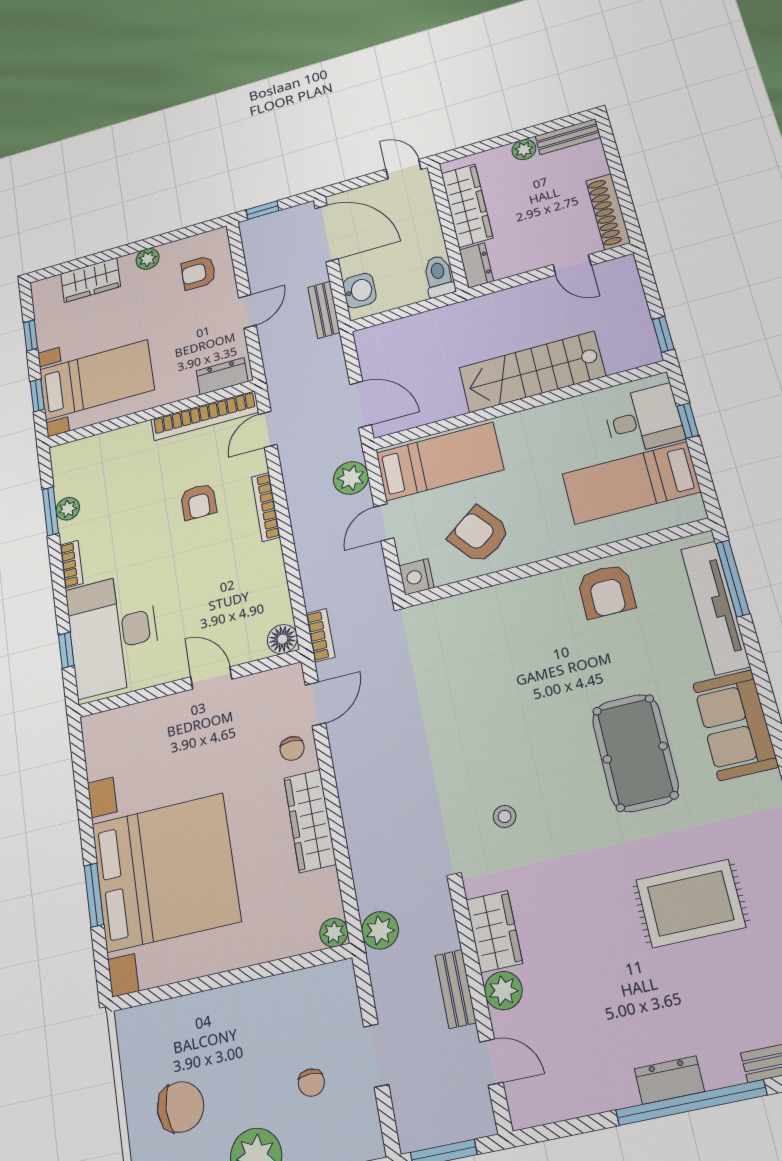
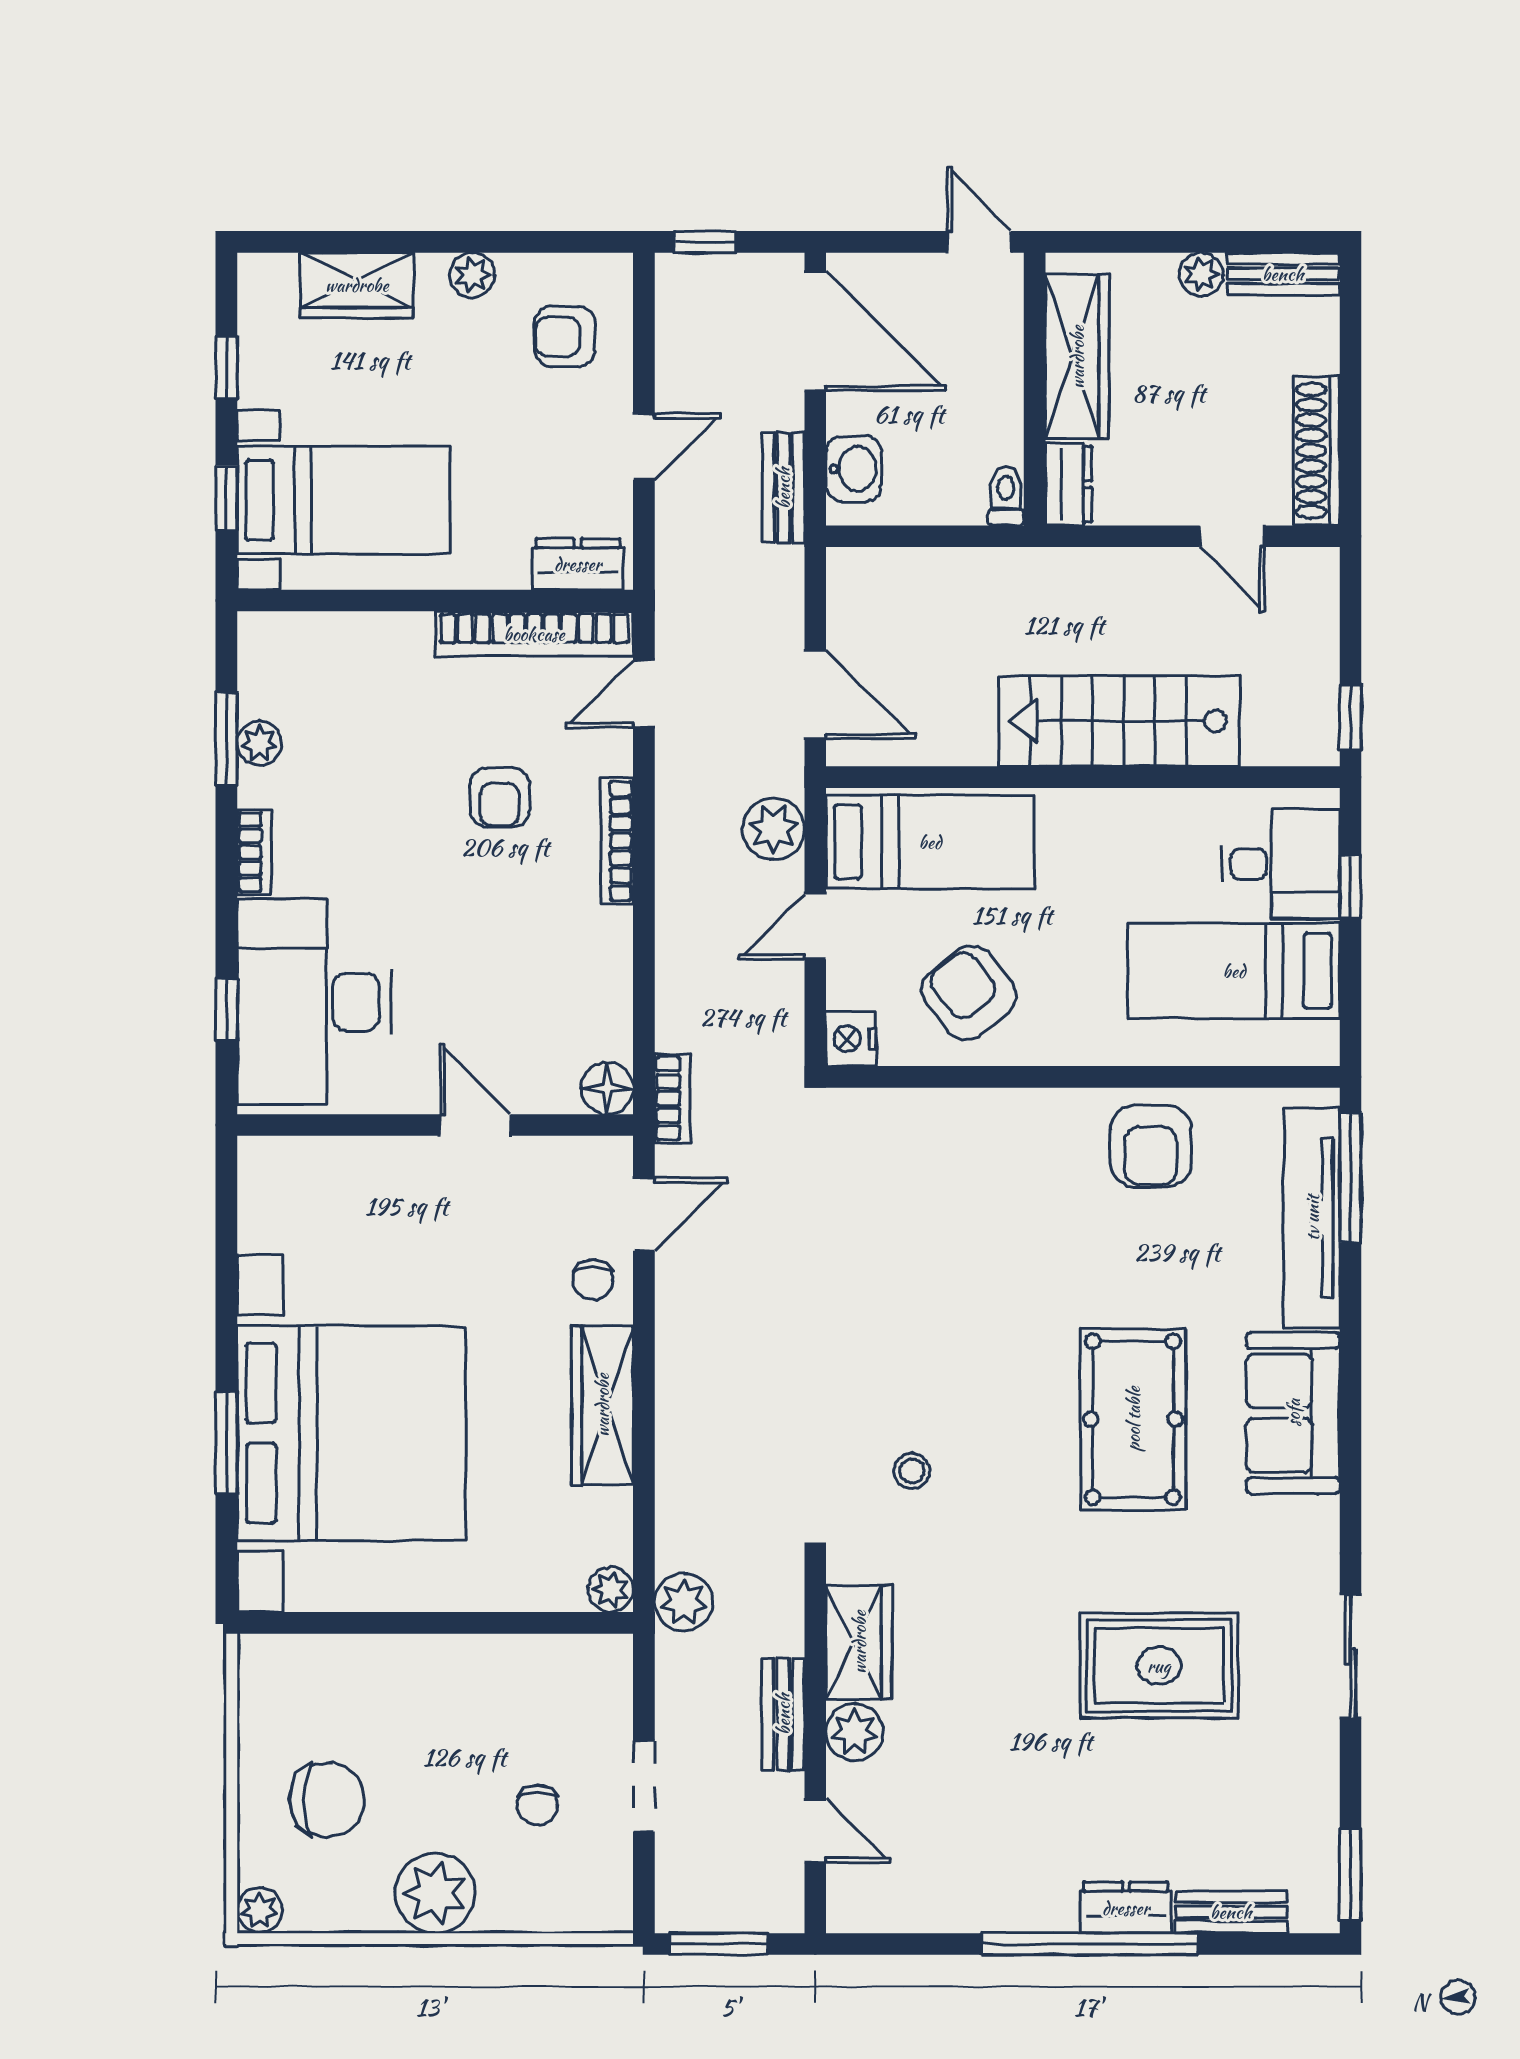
toilet: (439, 276) -> (1006, 496), width x0.73, depth x0.72
dresser: (669, 1080) -> (1126, 1908), moved

